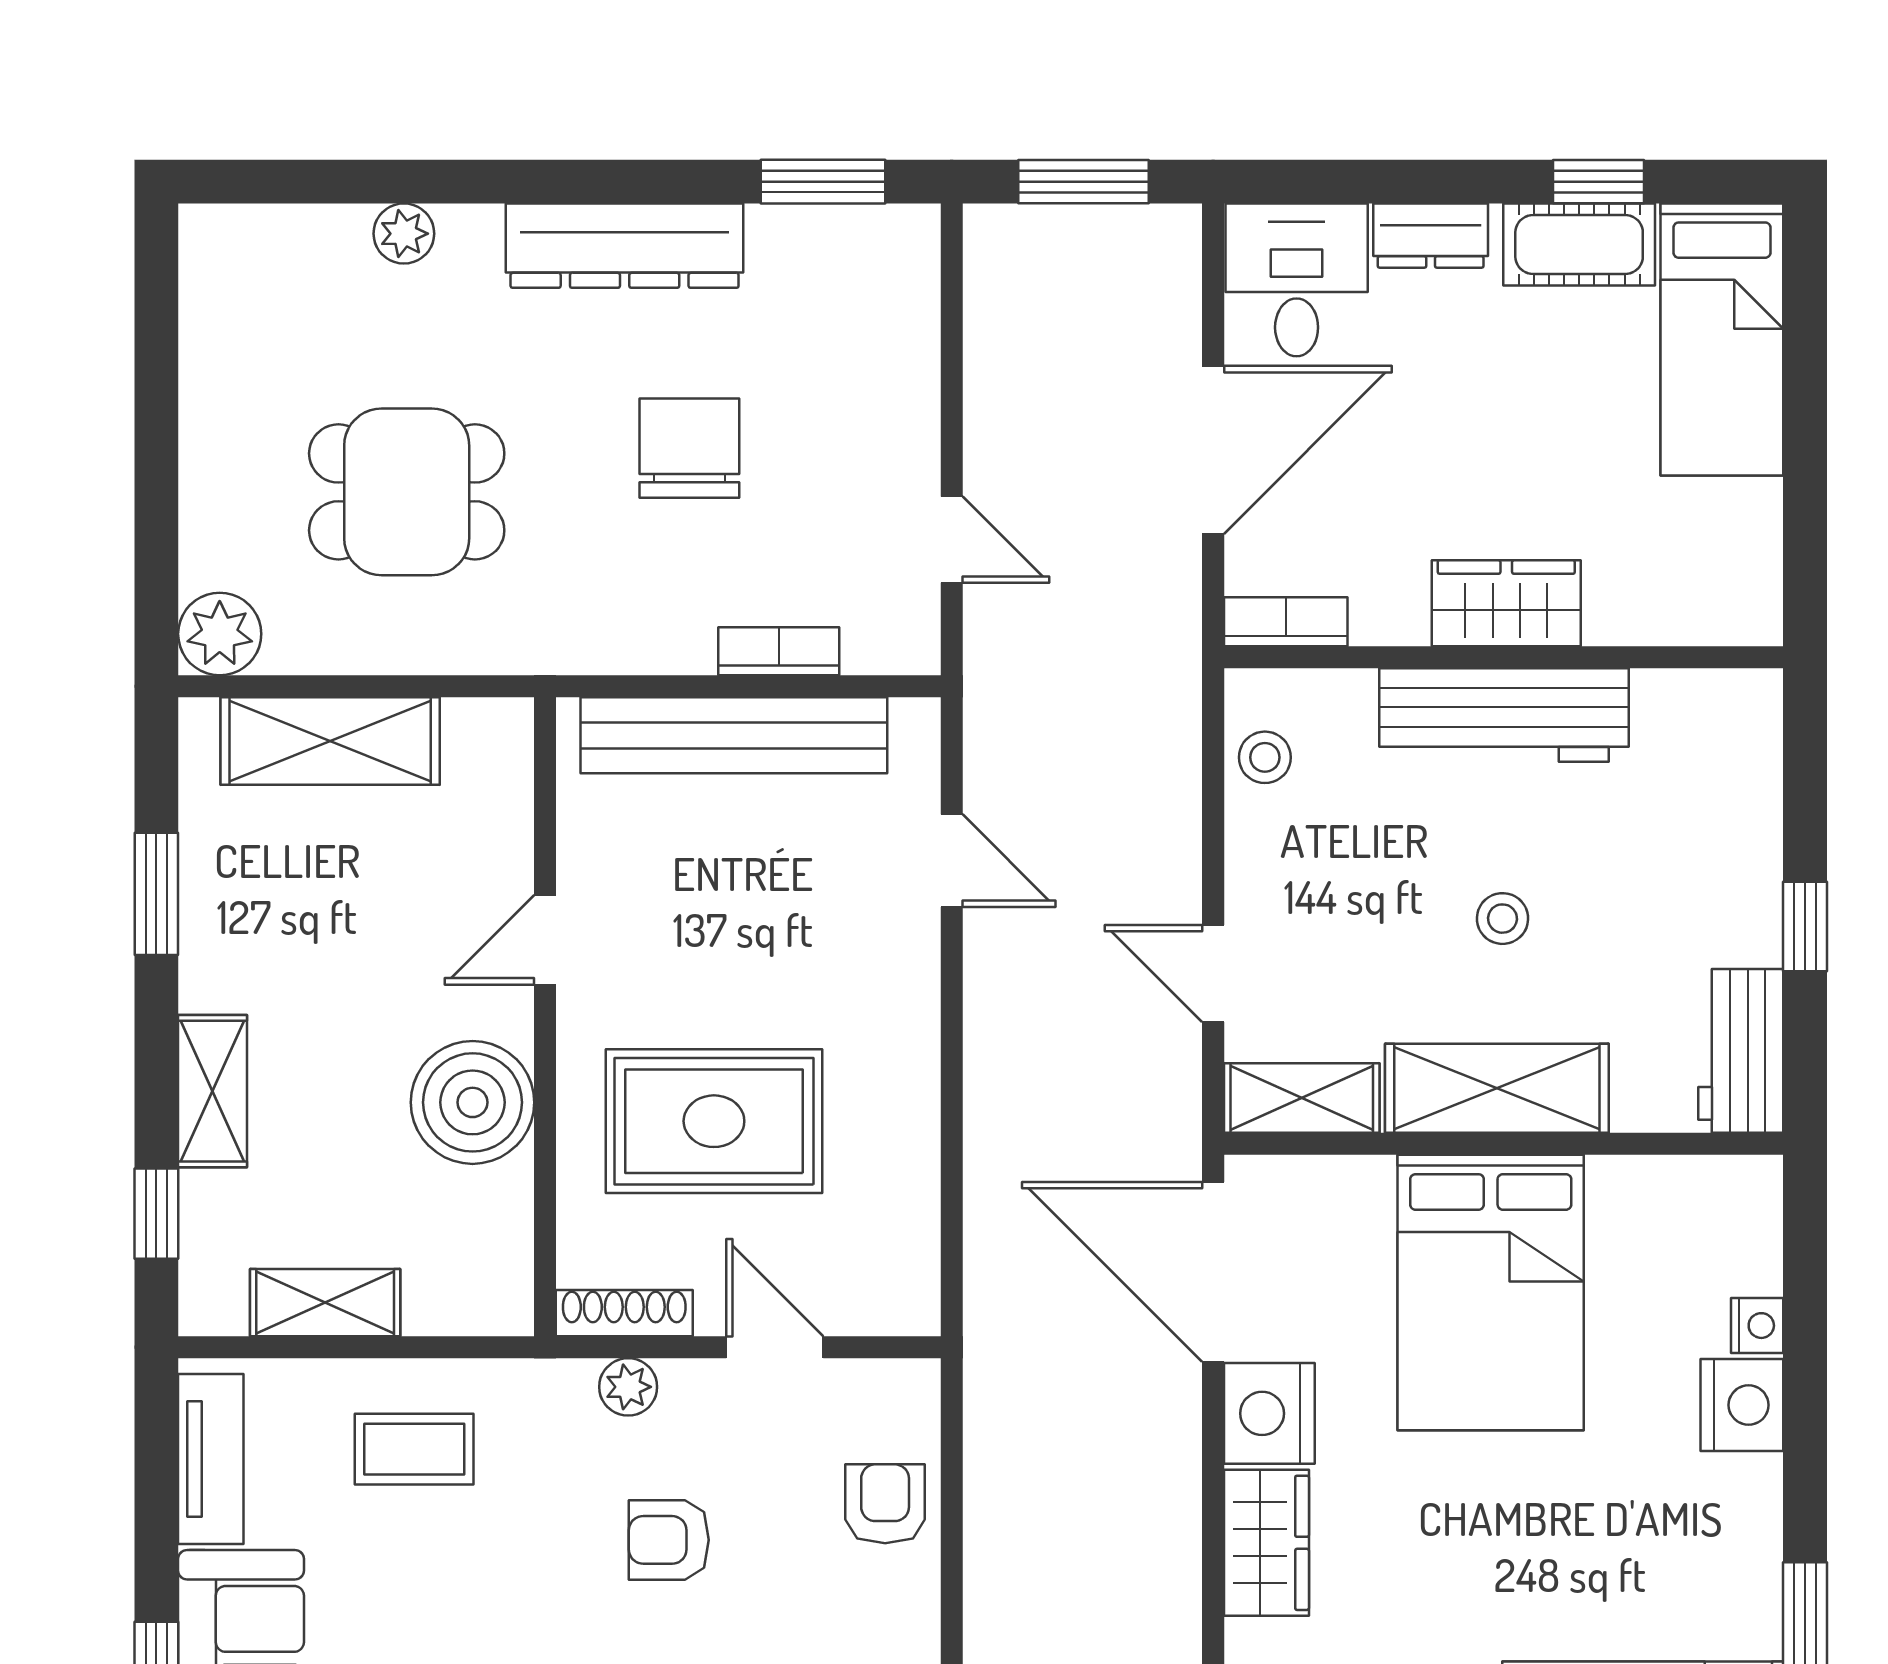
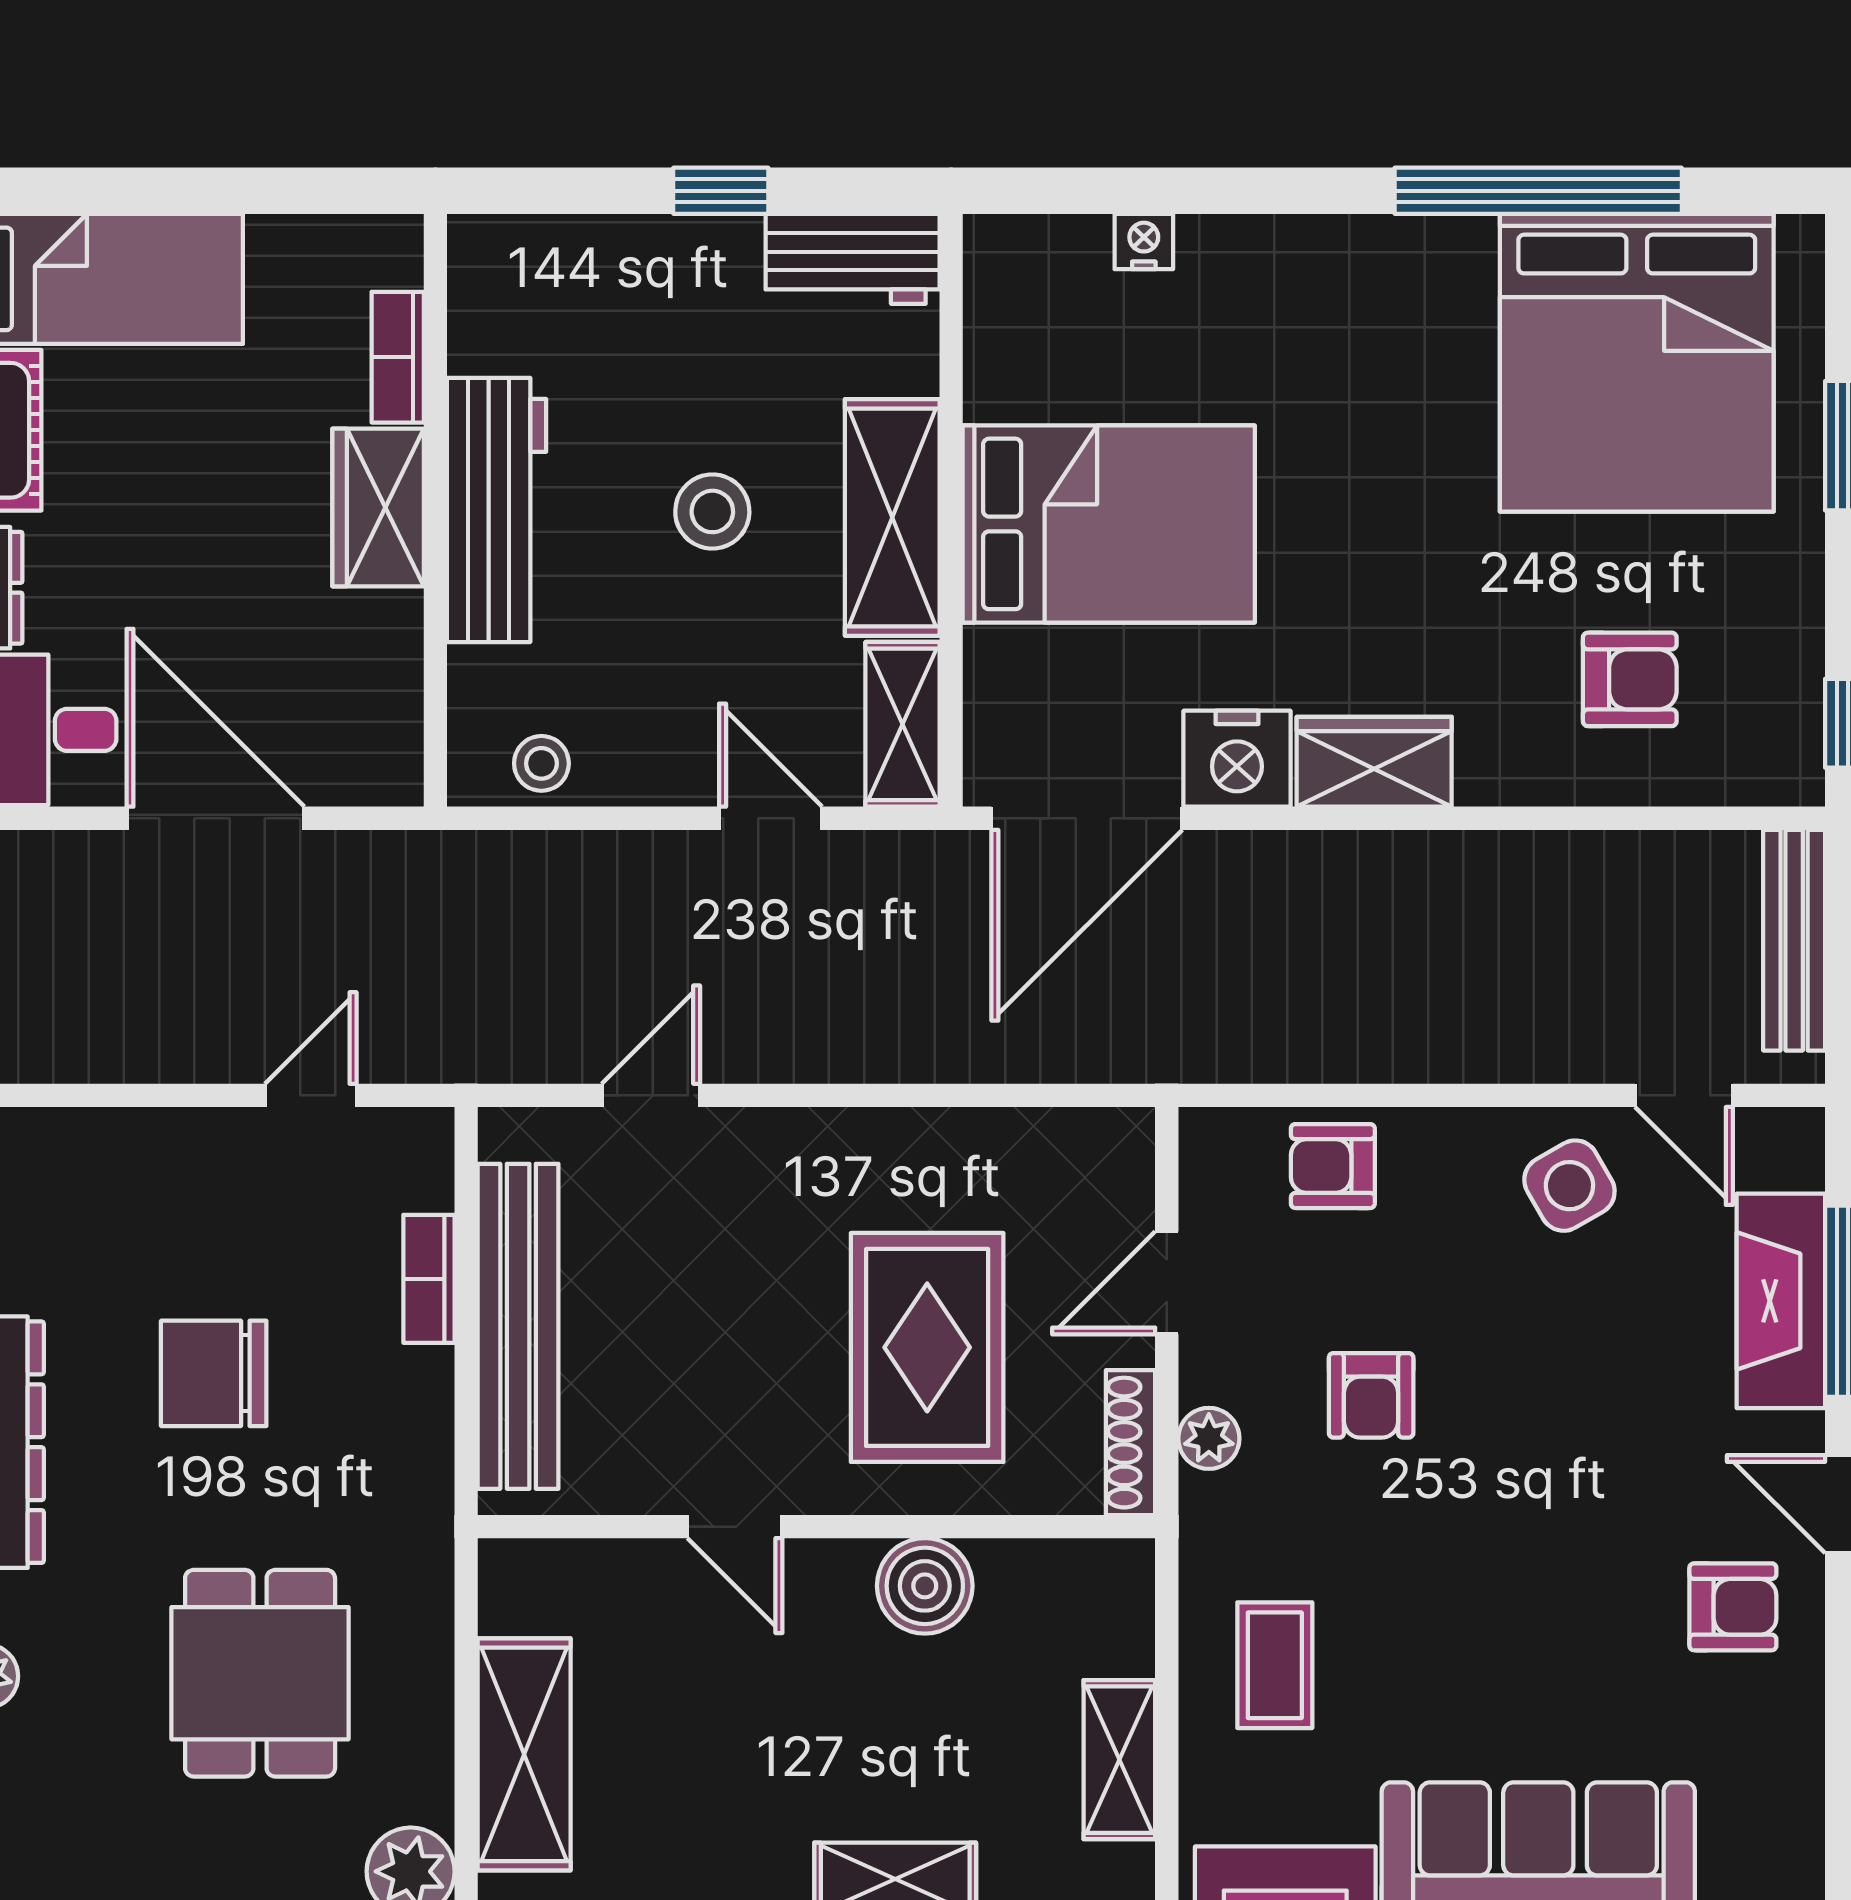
bookcase: (1286, 622) -> (398, 357), moved
stool: (1502, 919) -> (712, 511), width x1.37, depth x1.37
door: (1213, 974) -> (771, 818), swing flipped
boiler: (473, 1102) -> (925, 1586), width x0.73, depth x0.73
nightstand: (1742, 1405) -> (1228, 258), removed

